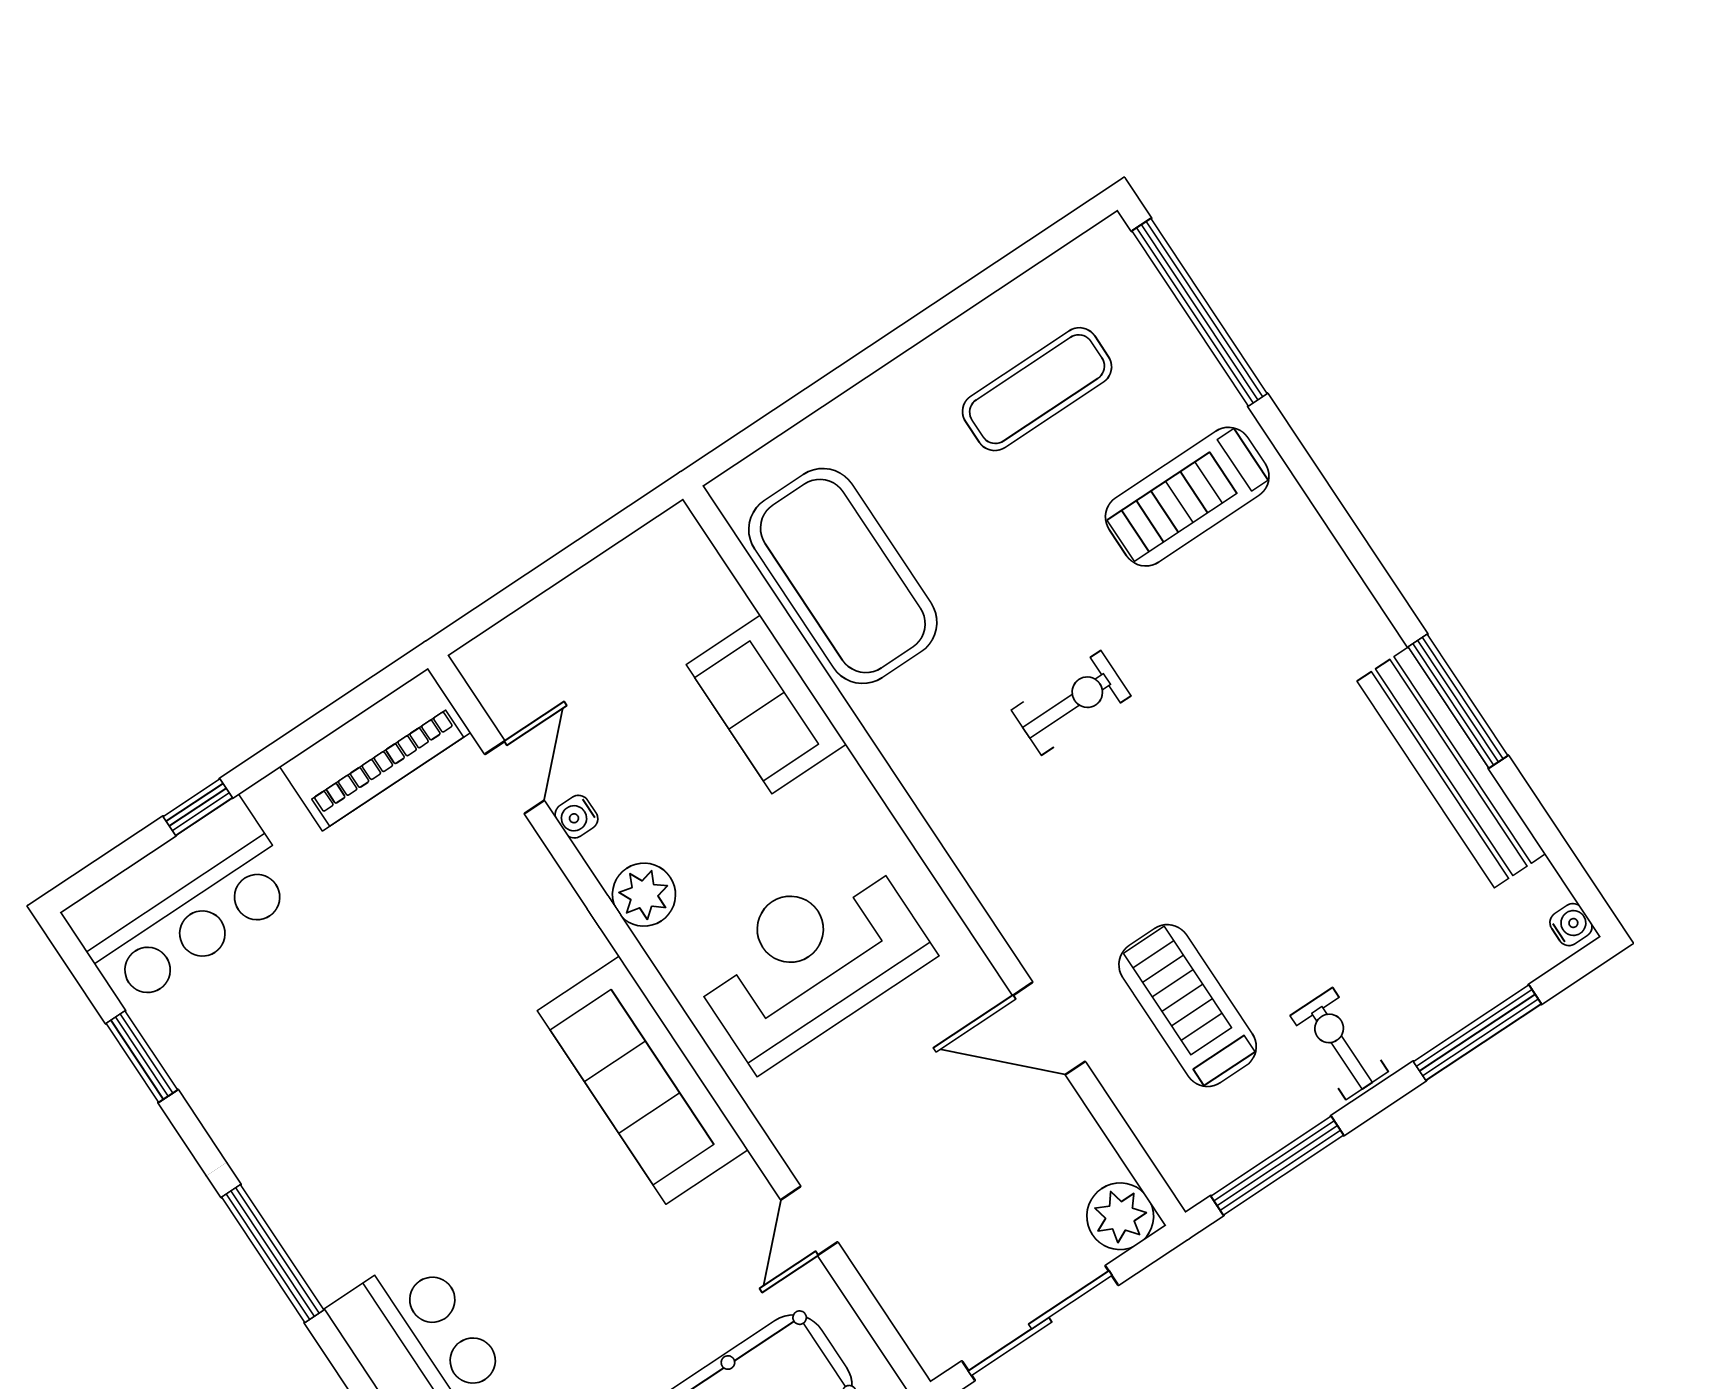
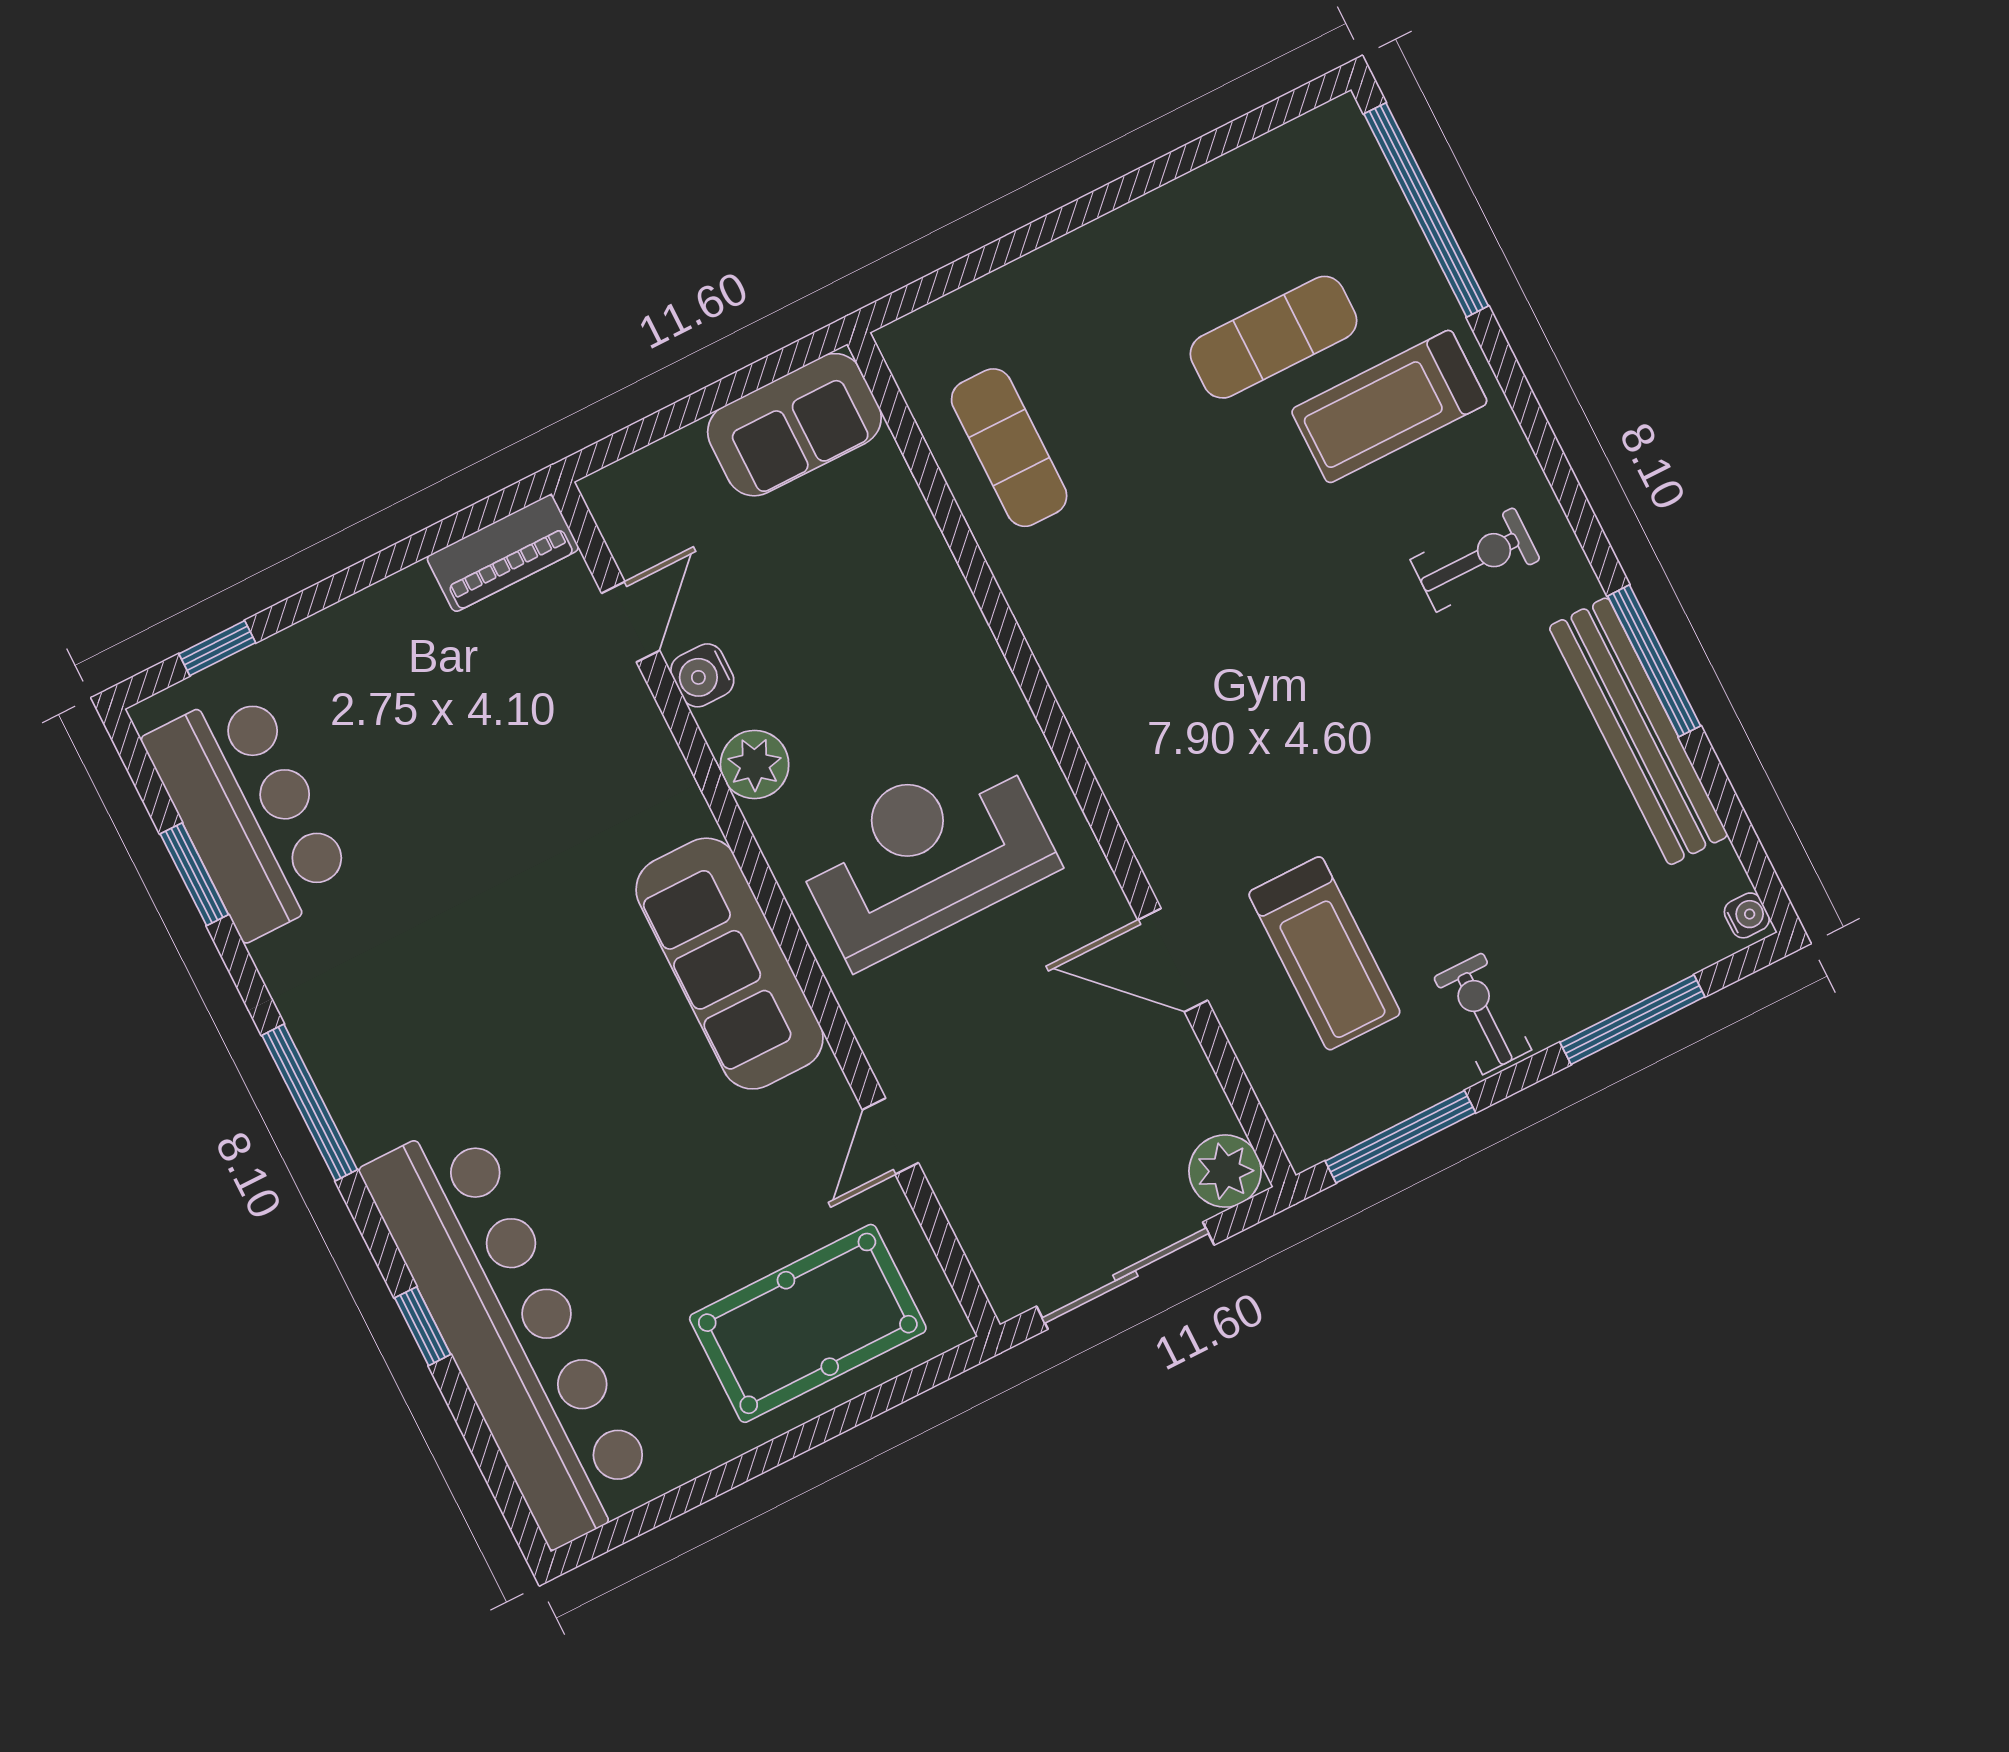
exercise mat: (1037, 389) -> (1273, 337), moved
exercise mat: (843, 576) -> (1009, 448), width x0.50, depth x0.69
exercise bike: (1071, 703) -> (1475, 560), moved
sofa: (766, 704) -> (794, 425), moved, turned -90
piano: (375, 749) -> (503, 553), width x0.73, depth x0.75
window: (198, 807) -> (217, 648), moved
water cooler: (576, 817) -> (702, 675), width x1.38, depth x1.38
bar counter: (182, 903) -> (249, 812), moved, turned -90
treadmill: (1188, 1006) -> (1324, 953), turned 180

